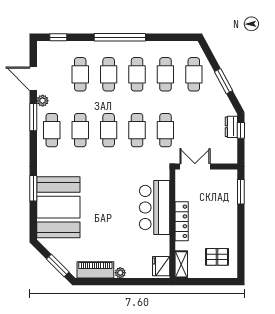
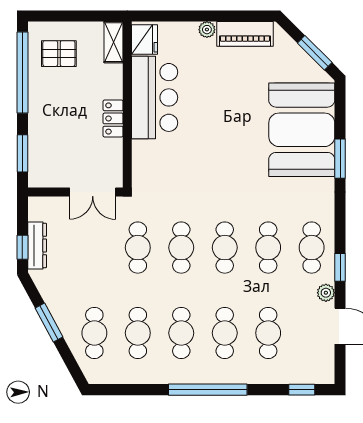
window: (33, 117) -> (340, 267), width x0.67
dresser: (231, 127) -> (37, 245), width x1.44
bar counter: (155, 207) -> (155, 97), moved
locker: (182, 221) -> (113, 118), width x0.66
window: (241, 245) -> (22, 72), added
window: (58, 266) -> (315, 53), moved

